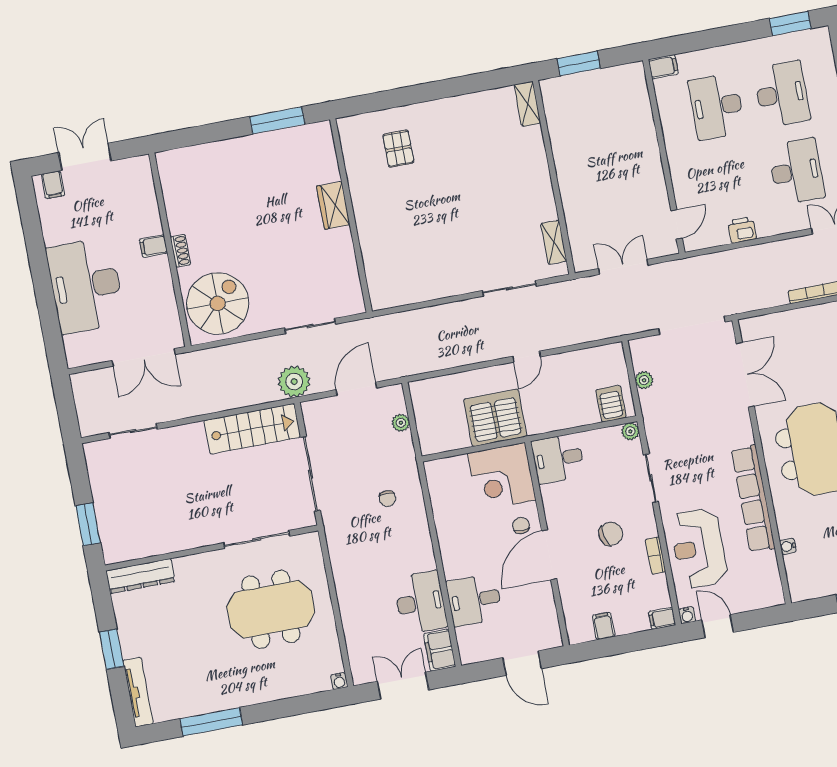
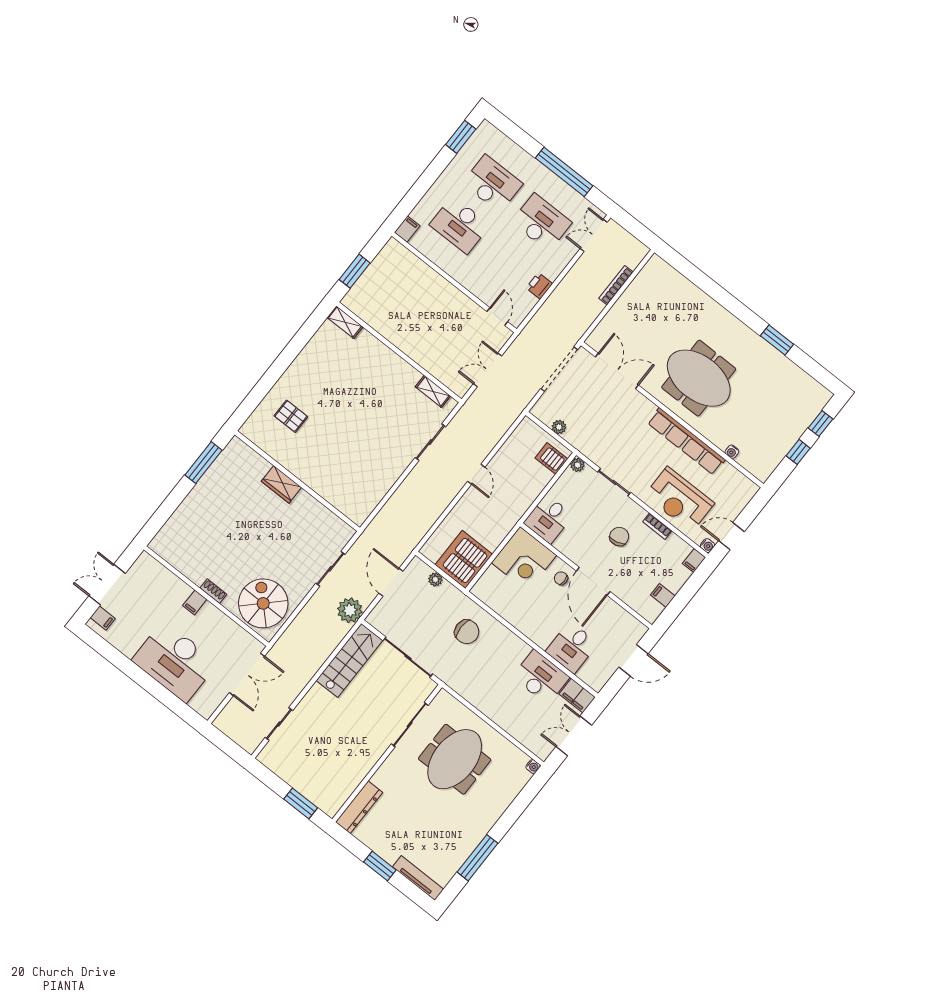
server rack: (495, 418) -> (464, 559), moved
chair: (387, 498) -> (467, 632), width x1.87, depth x1.87

